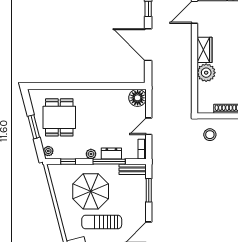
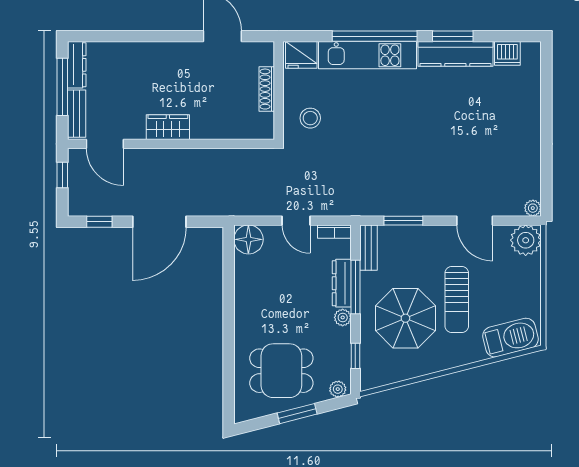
plant: (206, 73) -> (206, 124), removed
dresser: (111, 153) -> (342, 283), width x1.44

